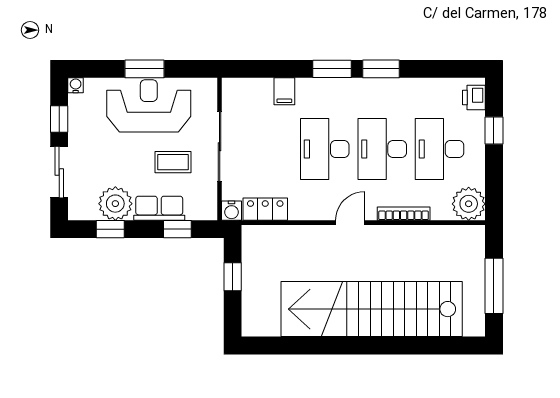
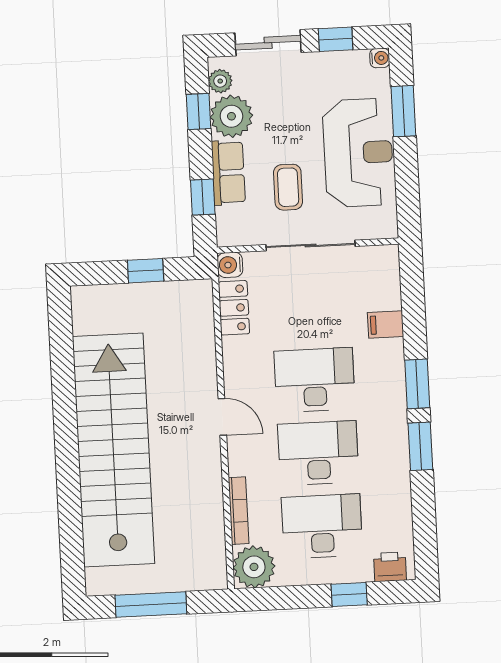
window: (145, 69) -> (403, 111), moved
plant: (87, 211) -> (220, 81), added
bookcase: (404, 214) -> (239, 511), moved

